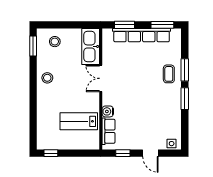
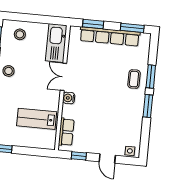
water cooler: (108, 111) -> (69, 98), moved

